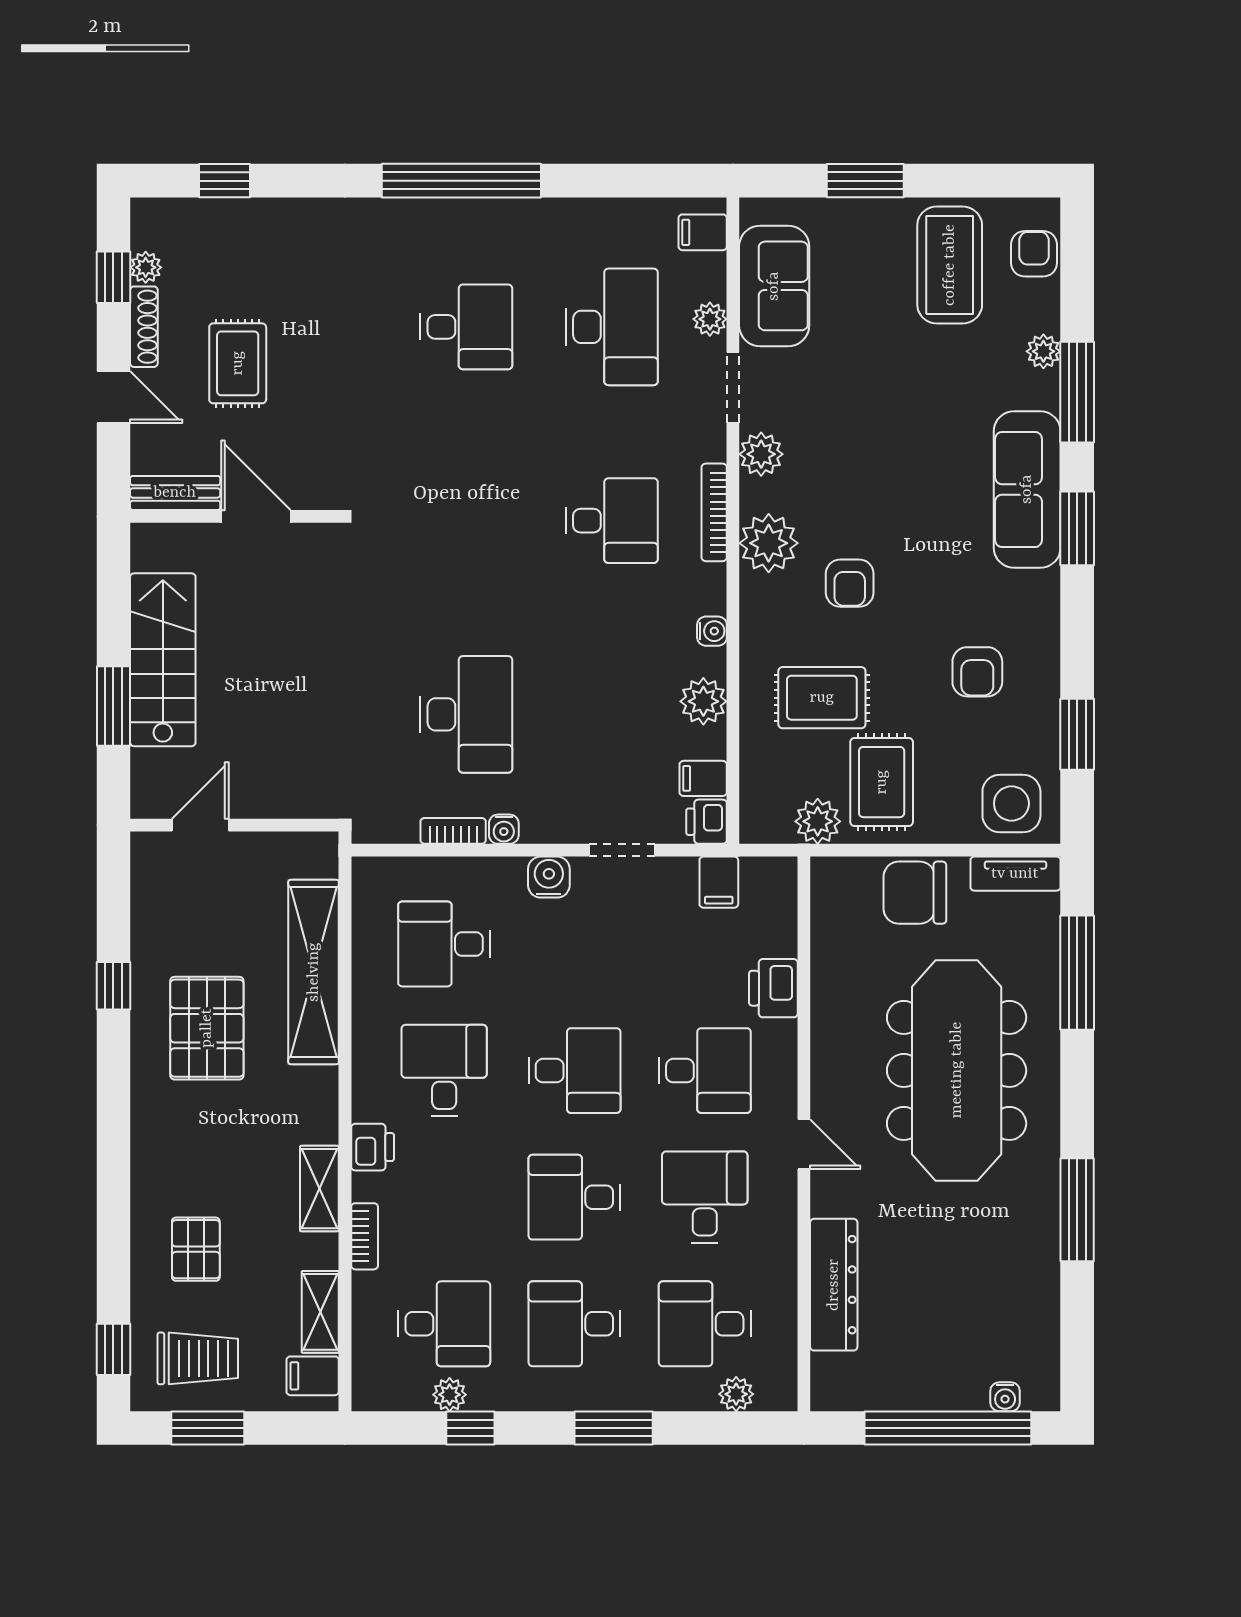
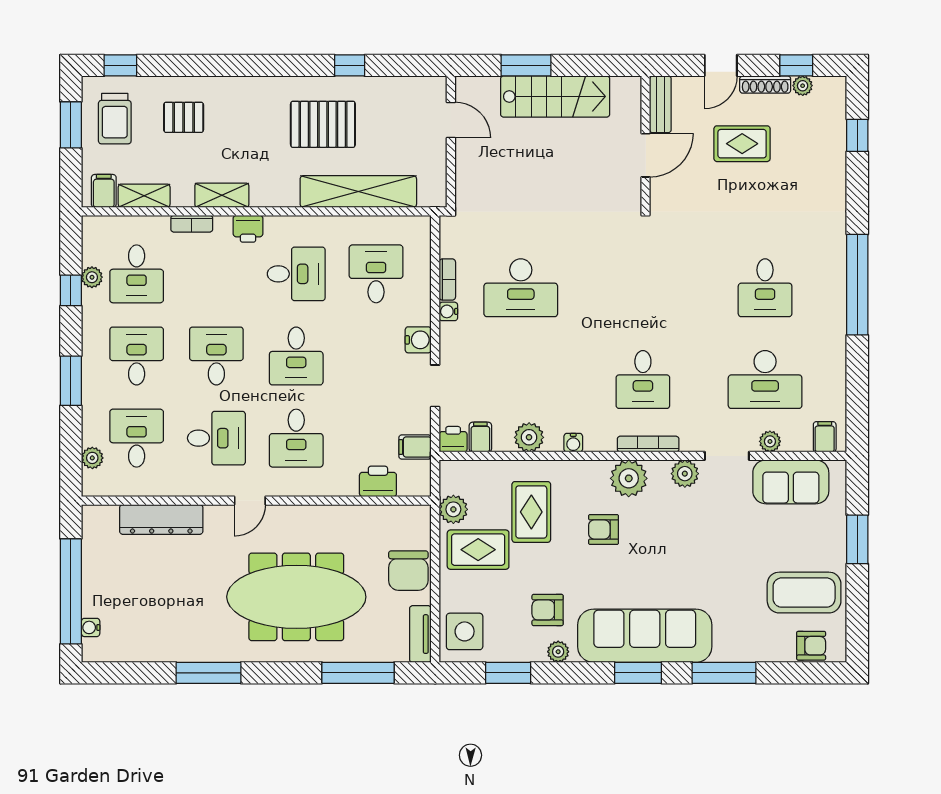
plant: (1043, 351) -> (558, 652), moved
sofa: (1027, 489) -> (645, 636), width x1.36, depth x1.27
chair: (915, 893) -> (408, 571), turned 180
printer: (773, 988) -> (378, 481), moved

